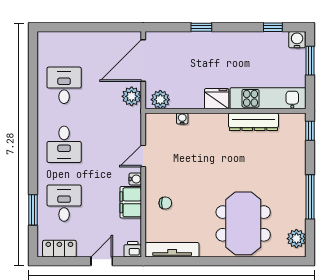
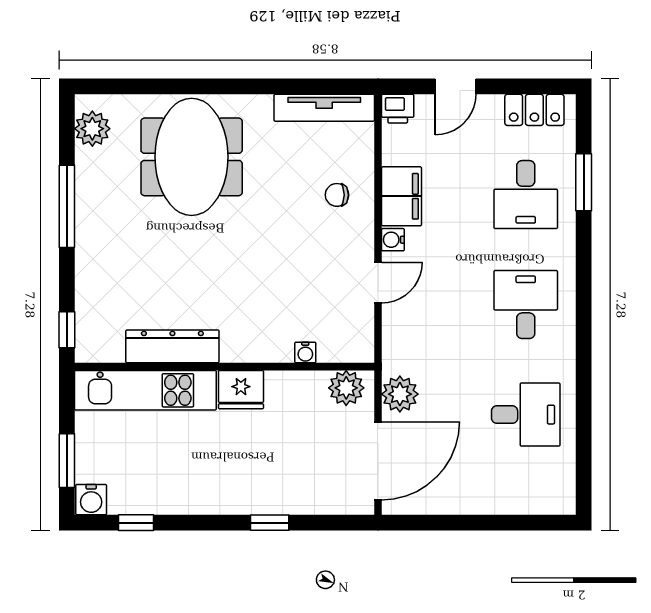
desk: (64, 85) -> (526, 415), turned -90

